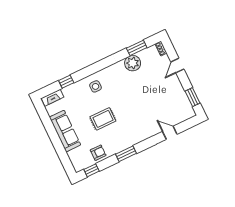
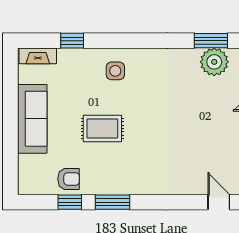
plant: (133, 63) -> (214, 62), moved
door: (170, 133) -> (219, 202), moved
window: (91, 170) -> (70, 202), moved

